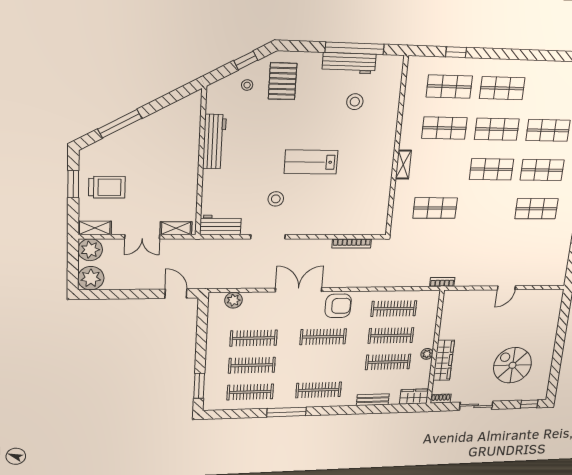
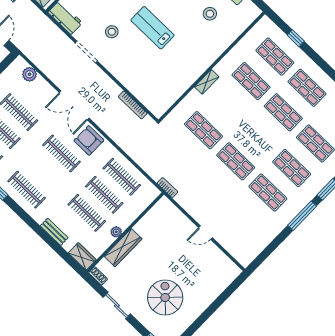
shop shelf: (491, 169) -> (236, 161), moved
double door: (299, 290) -> (74, 105), swing flipped
armchair: (338, 306) -> (89, 140), turned 180

